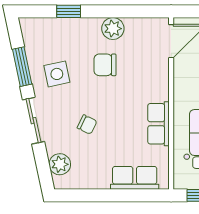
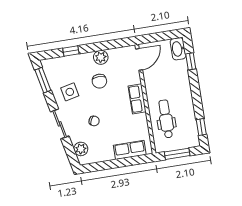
chair: (105, 65) -> (99, 81), turned -90
window: (22, 67) -> (43, 80), moved
row of seats: (159, 124) -> (137, 99), moved

